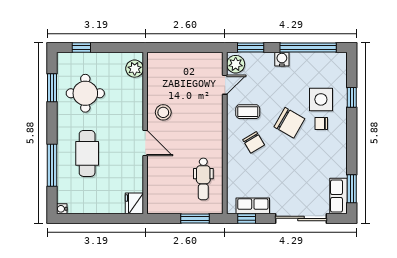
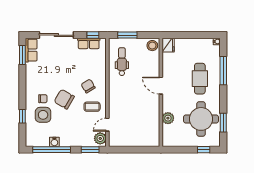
water cooler: (282, 59) -> (54, 142), moved
plant: (135, 69) -> (168, 118), moved
round table: (85, 93) -> (201, 119), width x1.36, depth x1.36
stool: (163, 112) -> (152, 46), moved

